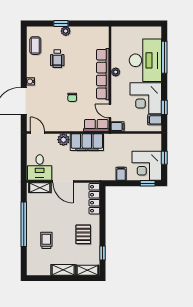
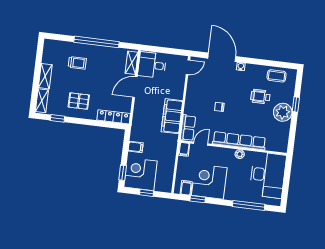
plant: (66, 31) -> (283, 112), width x1.88, depth x1.88
desk: (145, 60) -> (268, 175), moved, turned -90
plant: (63, 140) -> (177, 93), removed

